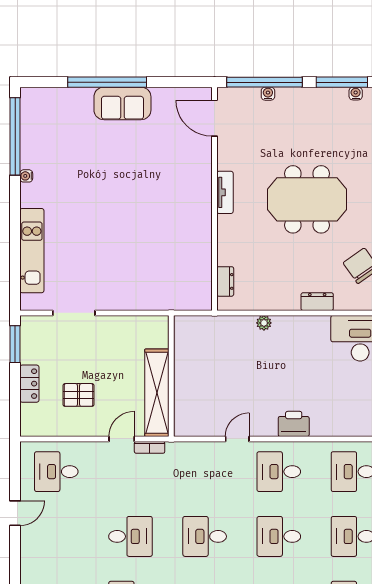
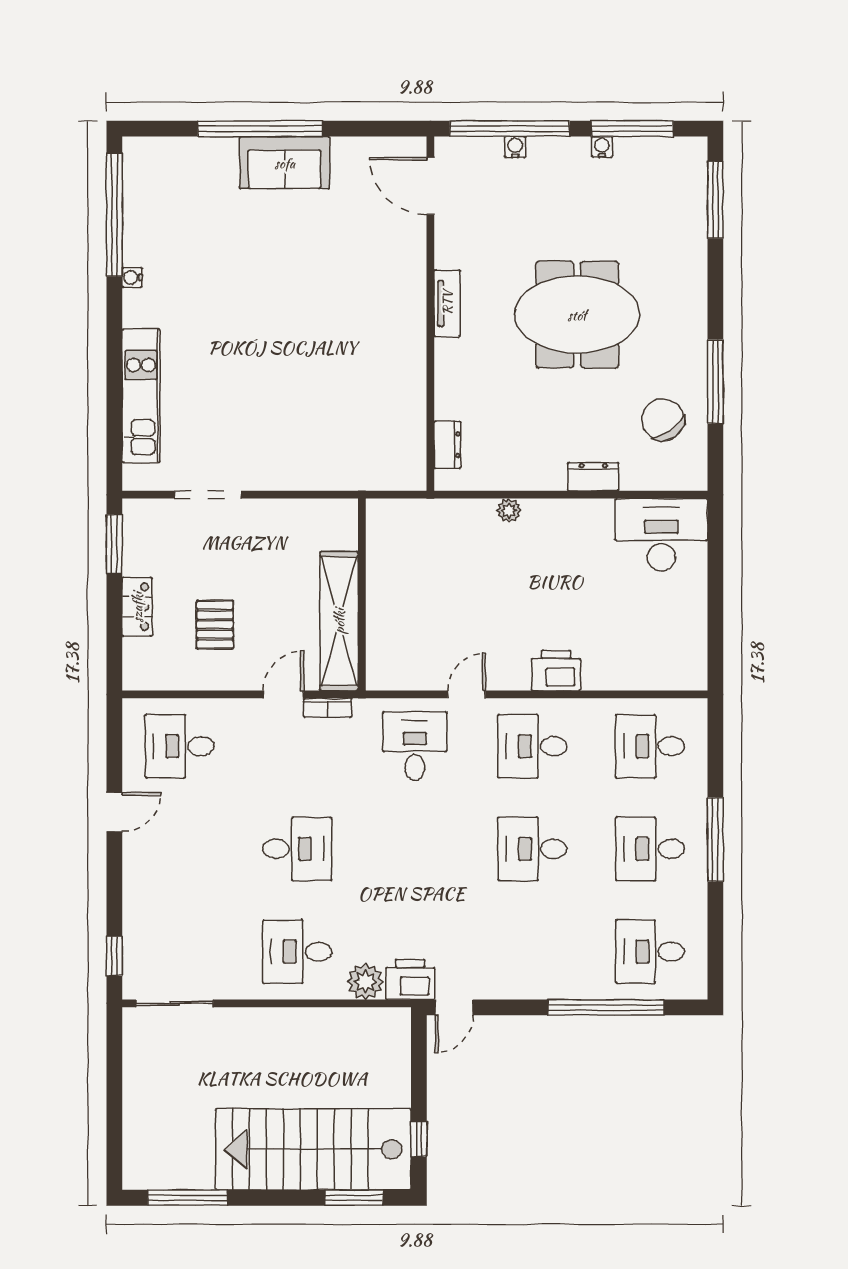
water cooler: (356, 94) -> (602, 147), moved
pallet: (79, 395) -> (215, 625), turned 90
desk: (205, 536) -> (415, 746), moved, turned 90

